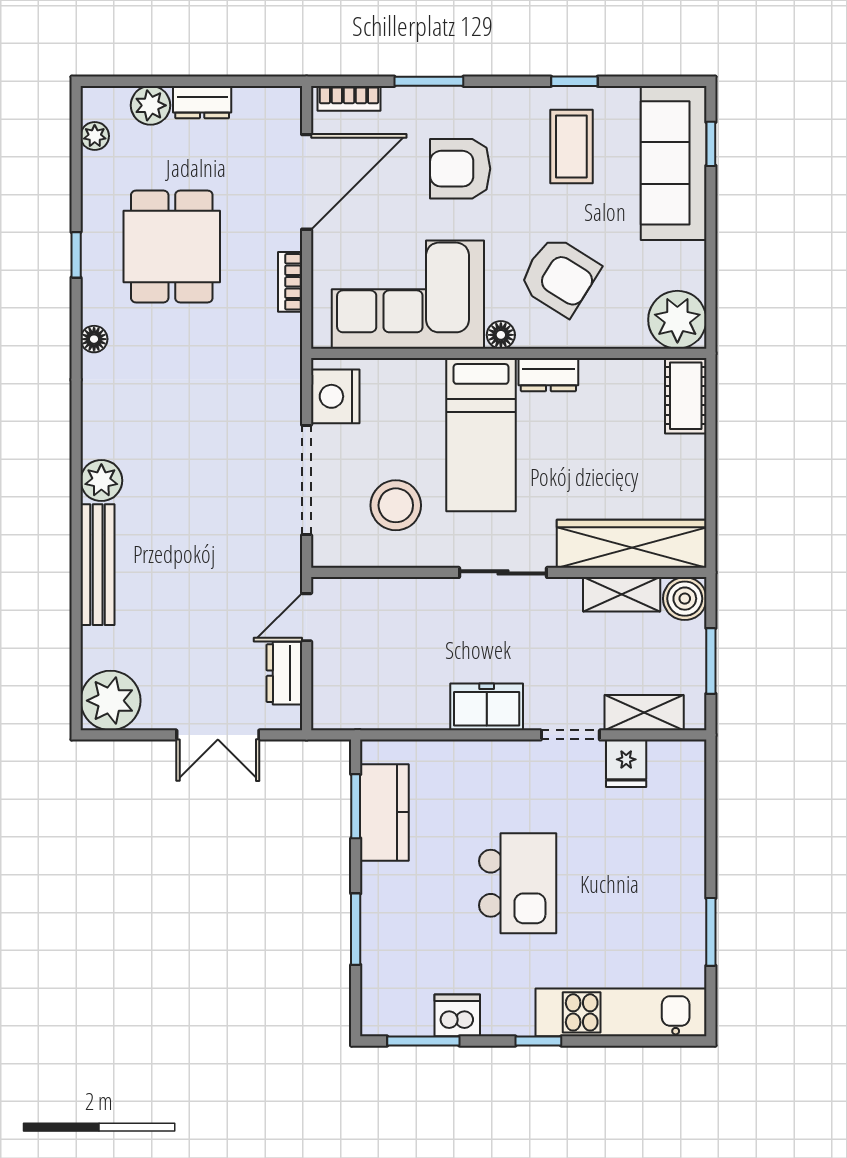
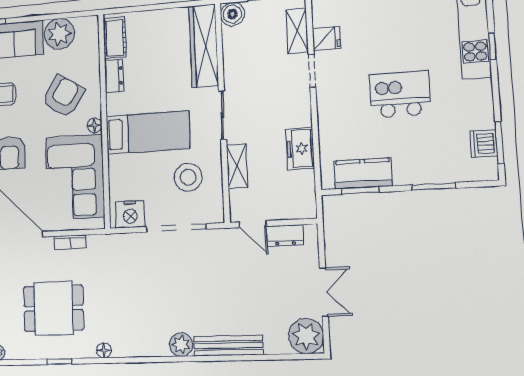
plant: (677, 320) -> (59, 34), moved
dresser: (548, 375) -> (114, 76), moved
cot: (686, 396) -> (115, 38), moved, turned 90
shelving: (622, 594) -> (237, 166), moved
freezer: (487, 707) -> (300, 149), moved
double door: (218, 735) -> (324, 292), moved
dishwasher: (457, 1015) -> (484, 144), moved
window: (538, 1041) -> (492, 46), moved

